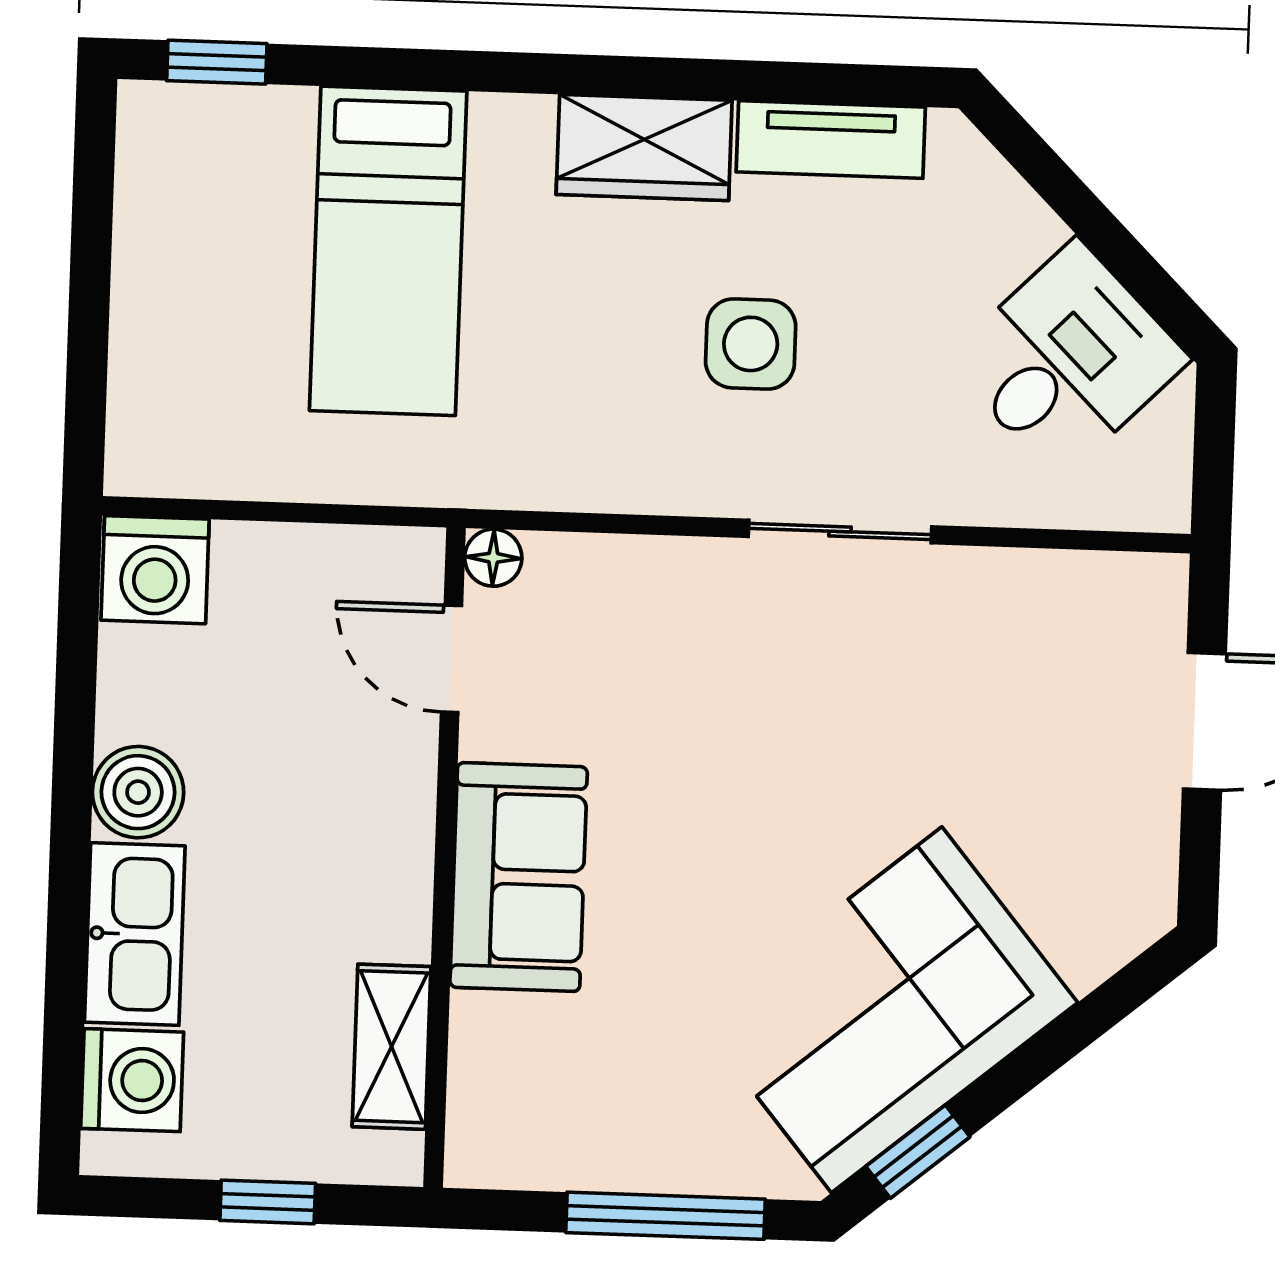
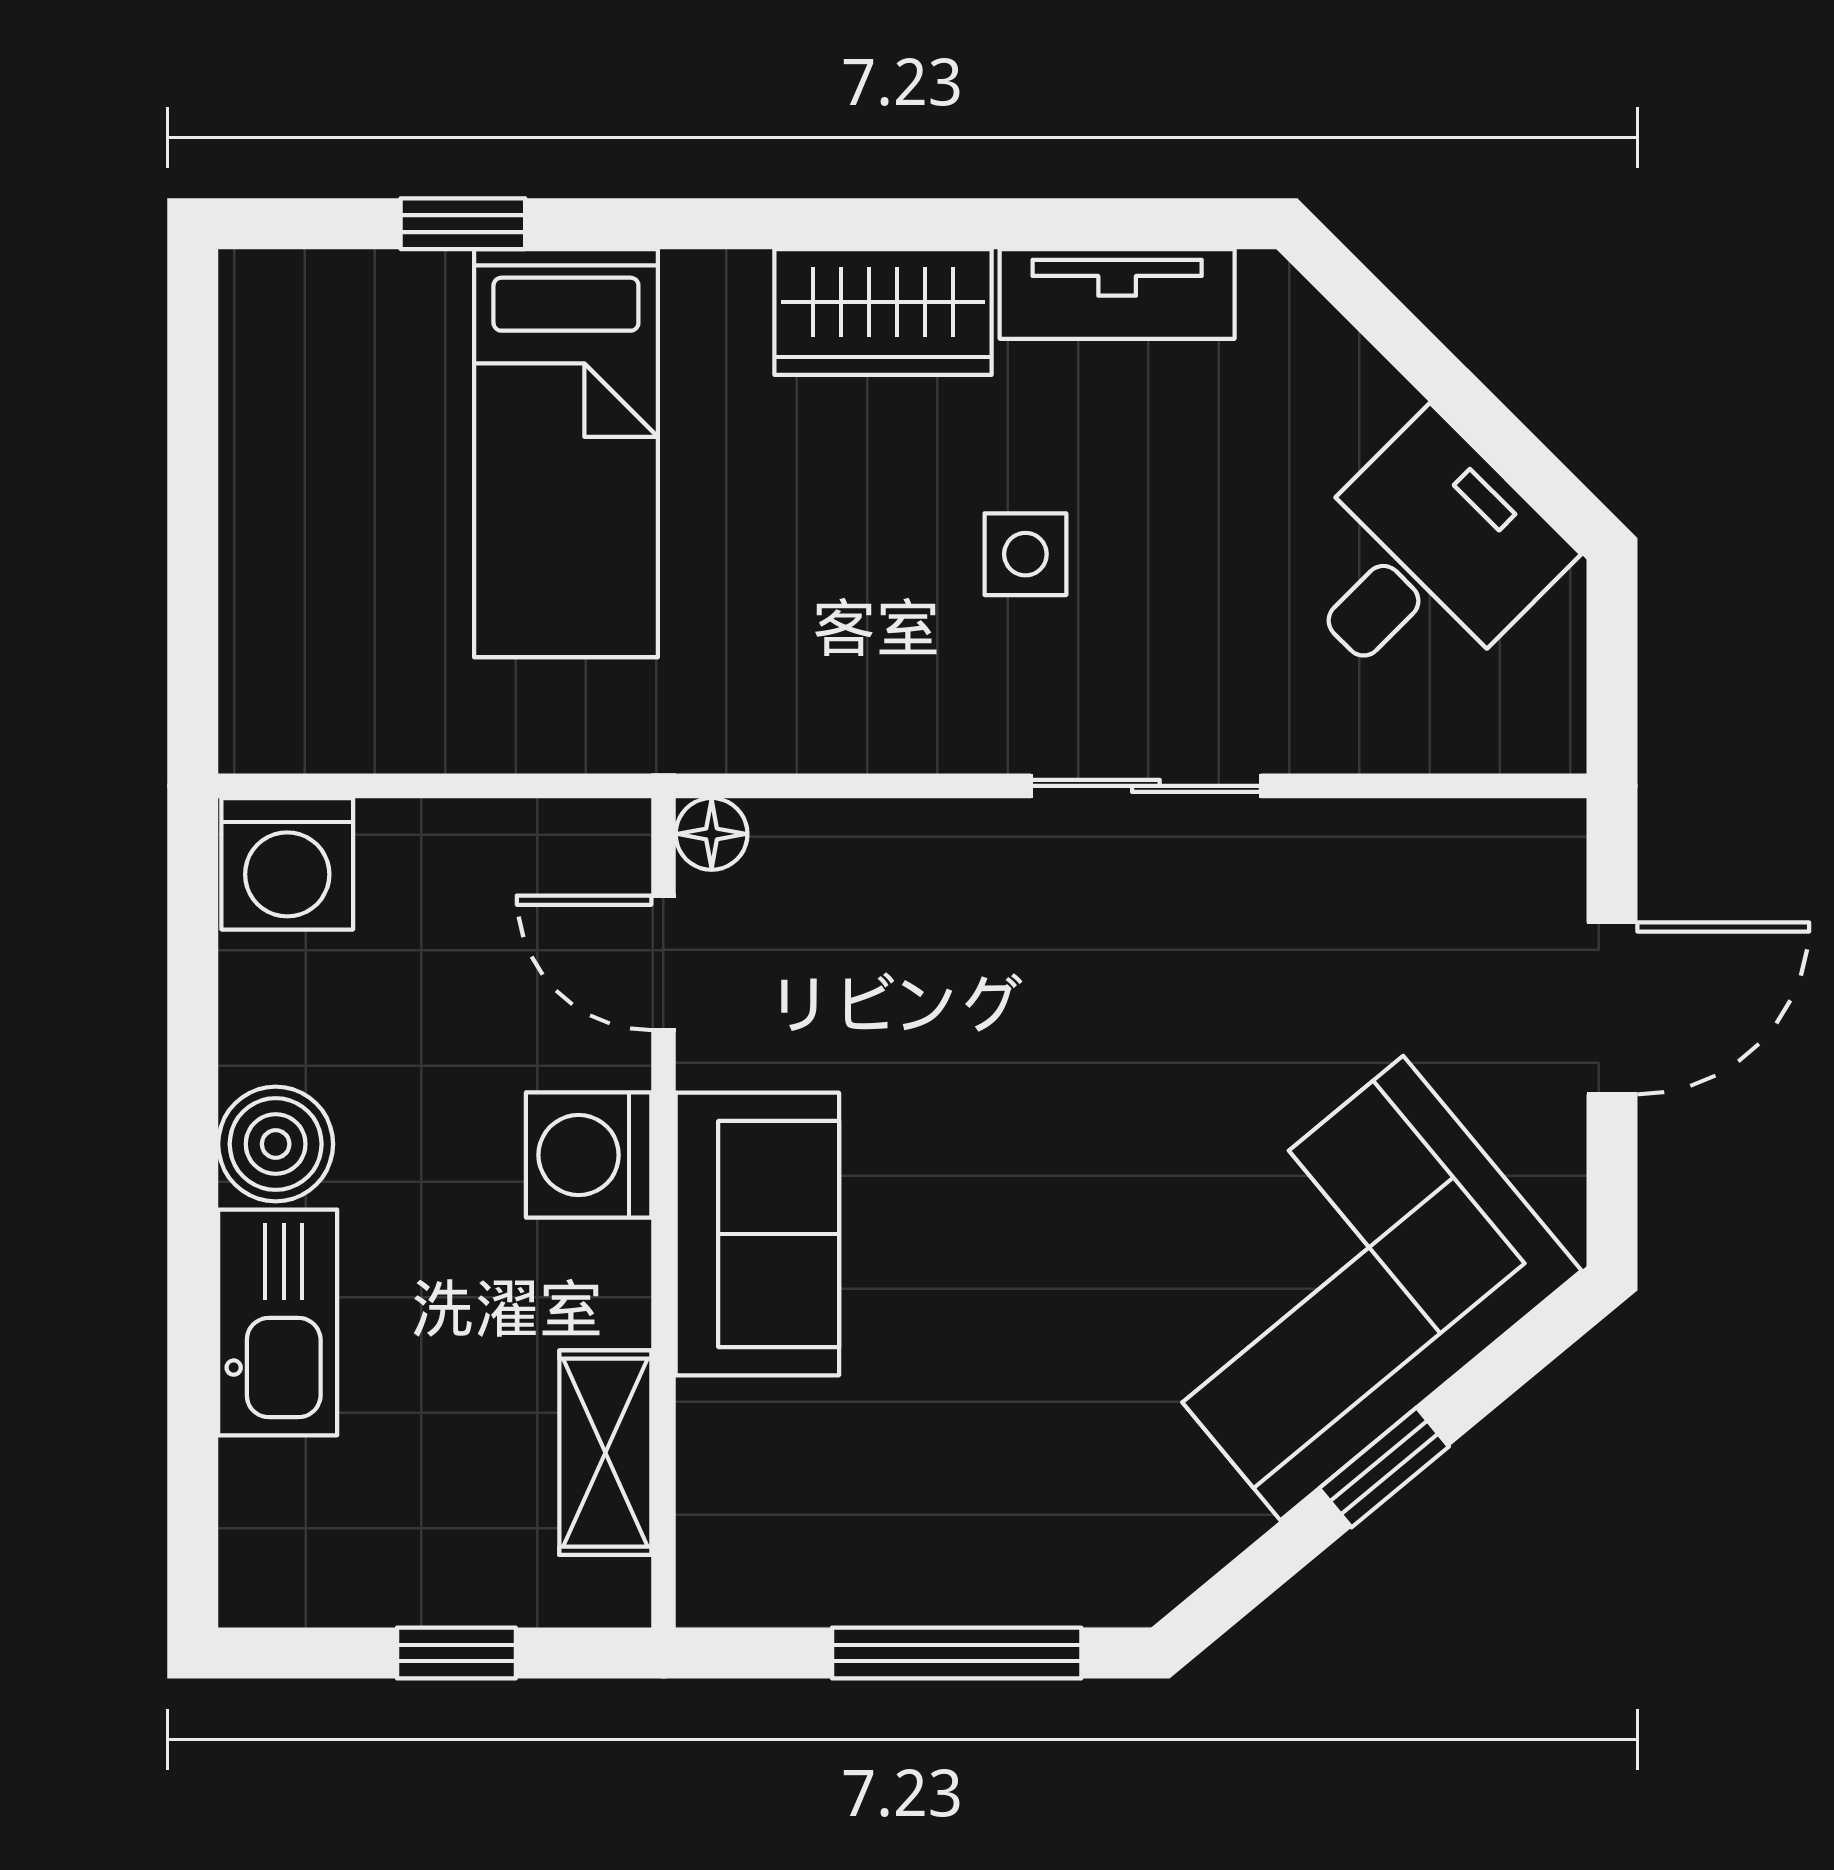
window: (217, 62) -> (463, 224), moved
side table: (751, 344) -> (1025, 554), width x0.73, depth x0.73
corner sofa: (887, 1010) -> (1342, 1288), moved
washing machine: (132, 1080) -> (589, 1155), moved, turned 180
window: (918, 1152) -> (1384, 1467), moved

